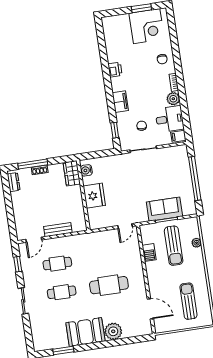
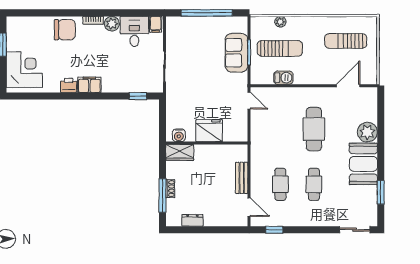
corner desk: (147, 26) -> (24, 70), moved
chair: (162, 59) -> (65, 30), width x1.87, depth x1.87
filing cabinet: (120, 102) -> (89, 85), moved
chair: (142, 126) -> (137, 65), removed
dresser: (14, 182) -> (192, 220), moved
sliding door: (23, 301) -> (355, 230), moved

